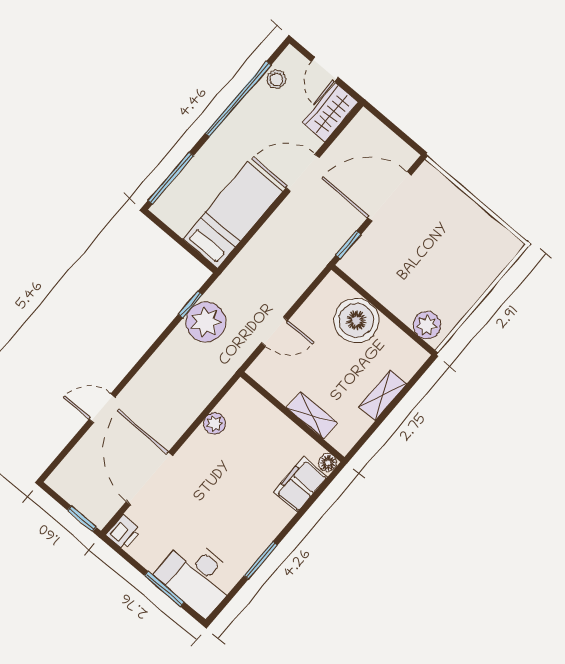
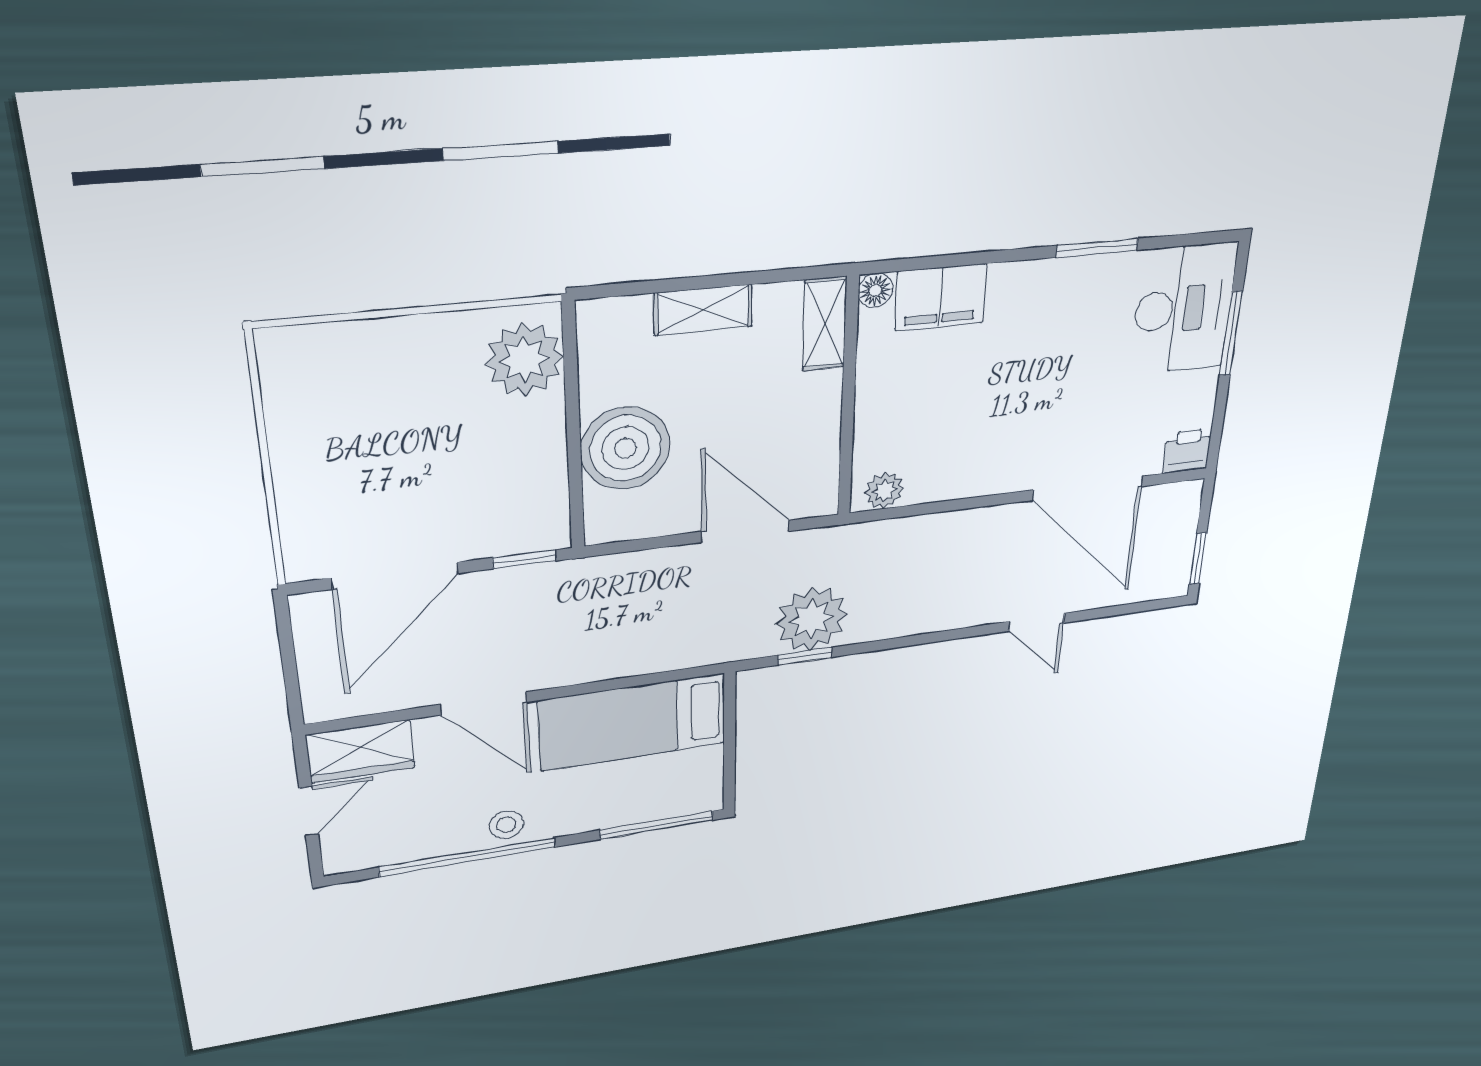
stool: (276, 79) -> (506, 825), moved
door: (389, 197) -> (395, 576), hinge flipped
plant: (427, 325) -> (524, 360), width x1.36, depth x1.36
door: (274, 332) -> (745, 531), width x1.38
shelving: (312, 415) -> (825, 324), moved
plant: (215, 423) -> (884, 491), moved
door: (149, 479) -> (1088, 488), hinge flipped
window: (82, 519) -> (1198, 558), moved

